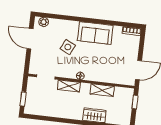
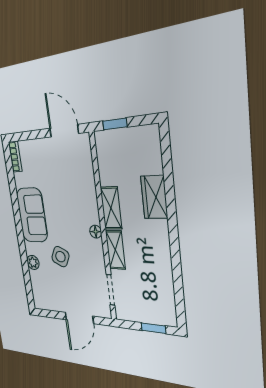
plant: (44, 22) -> (33, 262), moved
door: (30, 39) -> (79, 318), moved
shelving: (102, 90) -> (111, 208), moved

